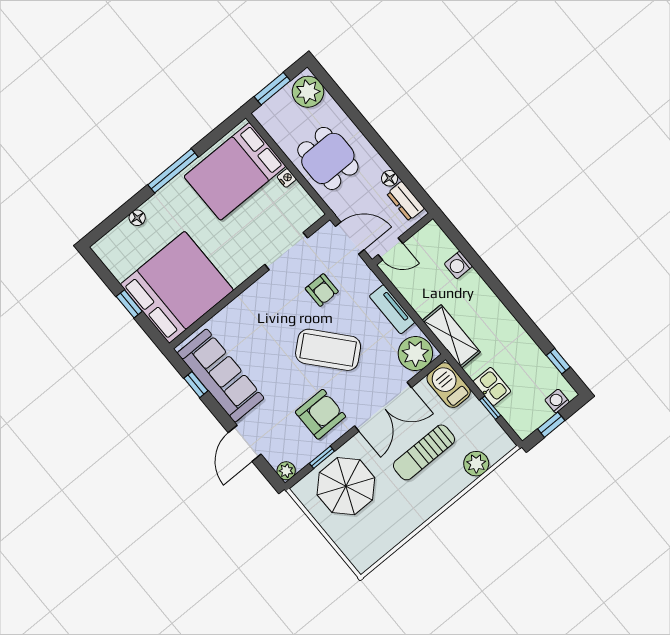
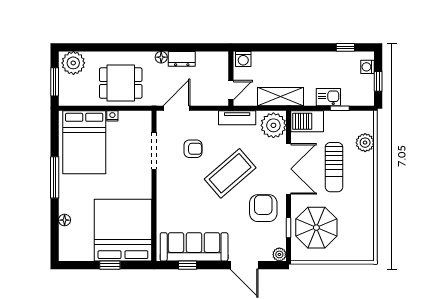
wall: (402, 239) -> (231, 79), moved
door: (390, 249) -> (231, 90), moved

